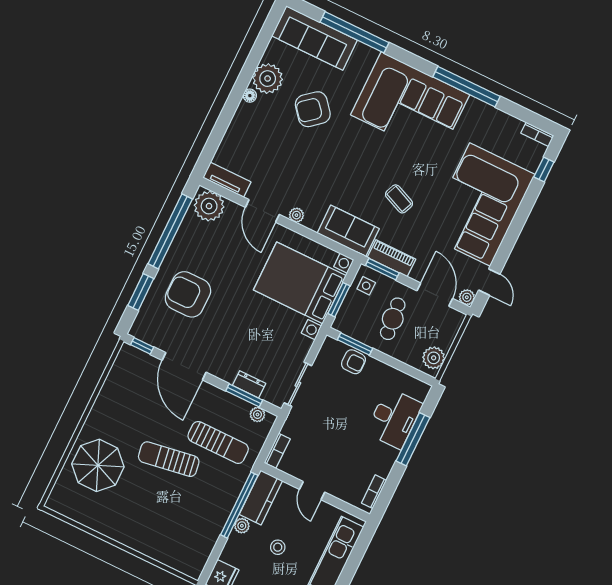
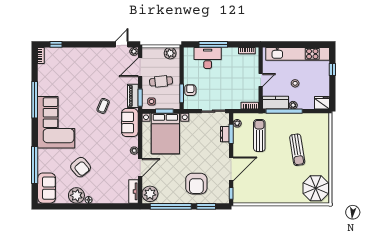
sofa: (315, 38) -> (47, 188), width x0.73
corner sofa: (480, 204) -> (87, 66), removed
sun lounger: (169, 459) -> (297, 150), moved
parasol: (98, 465) -> (316, 188), moved

